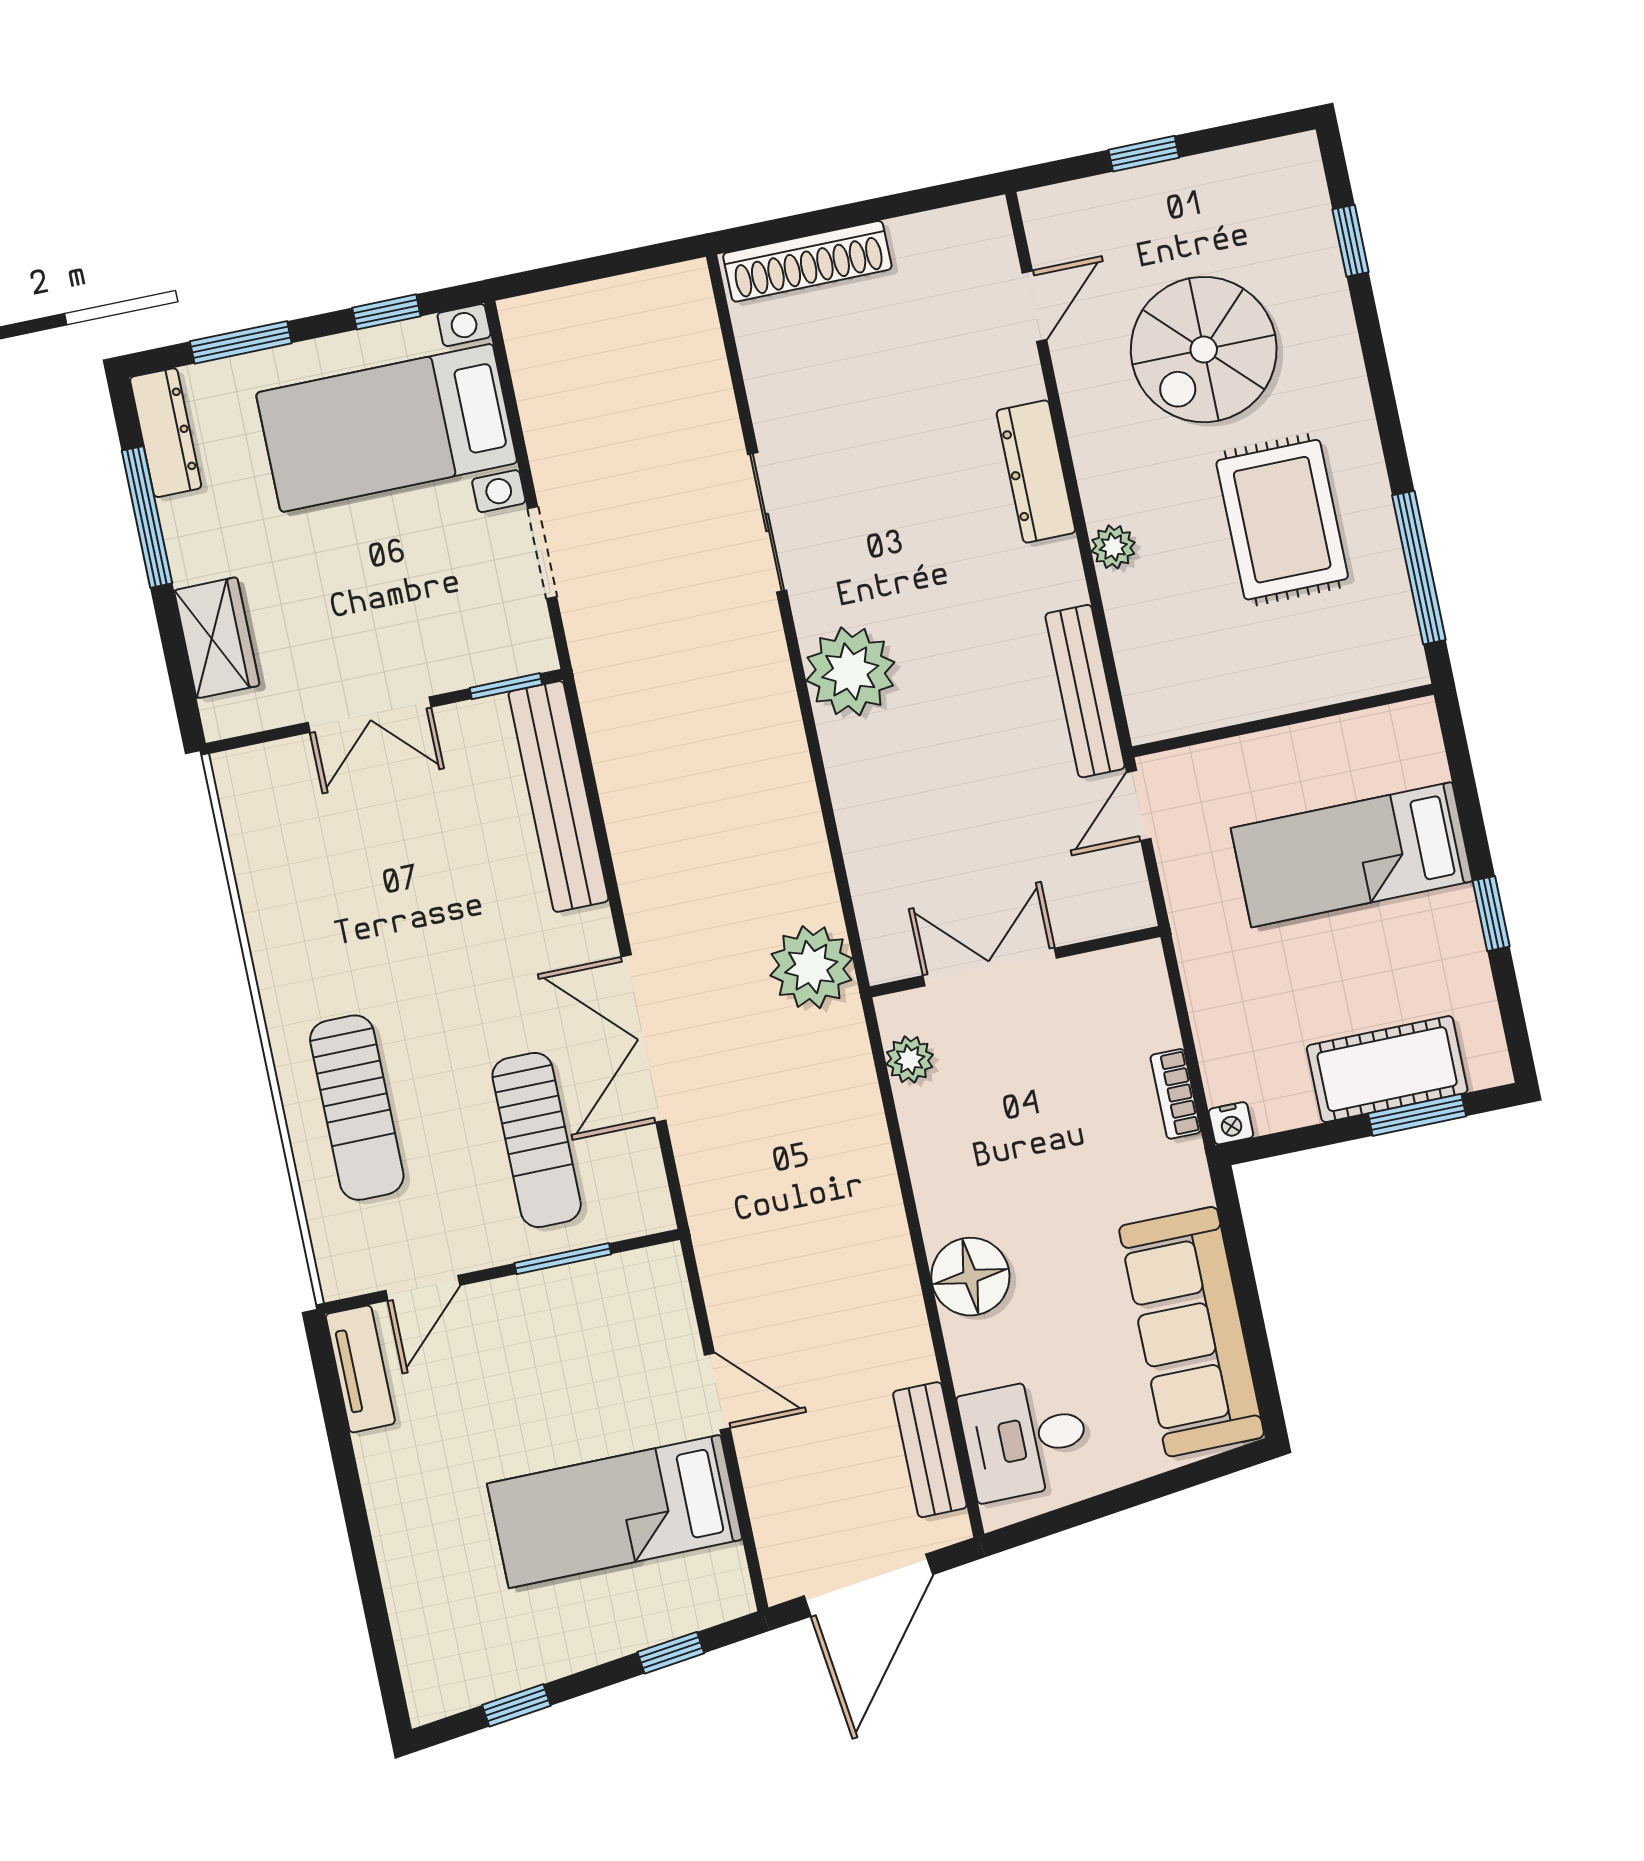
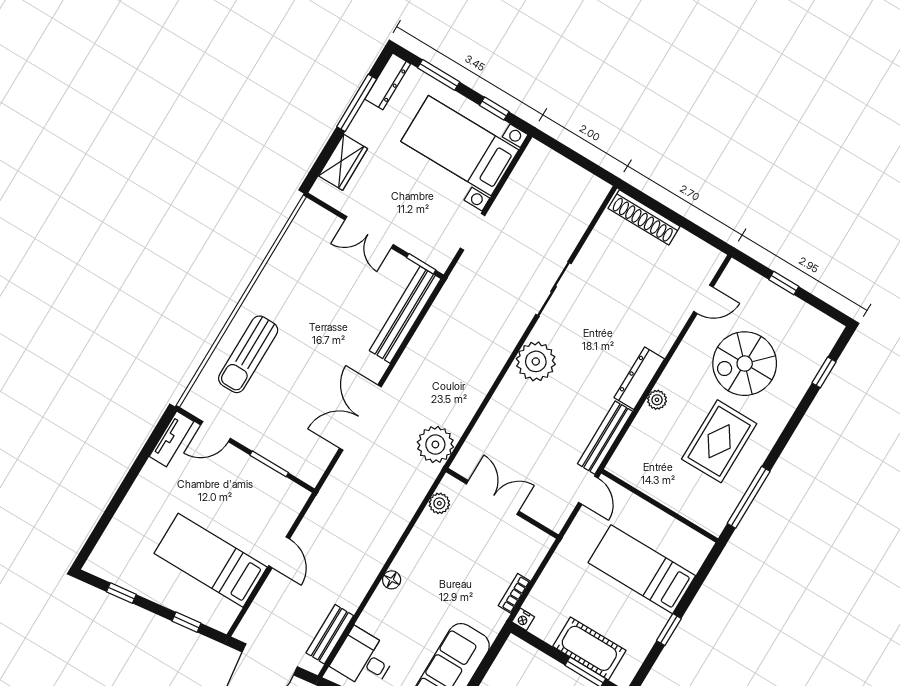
dresser: (1036, 471) -> (639, 378), moved
door: (1139, 806) -> (588, 490), swing flipped
sun lounger: (537, 1140) -> (296, 418), removed
floor lamp: (970, 1277) -> (392, 580), width x0.53, depth x0.53

